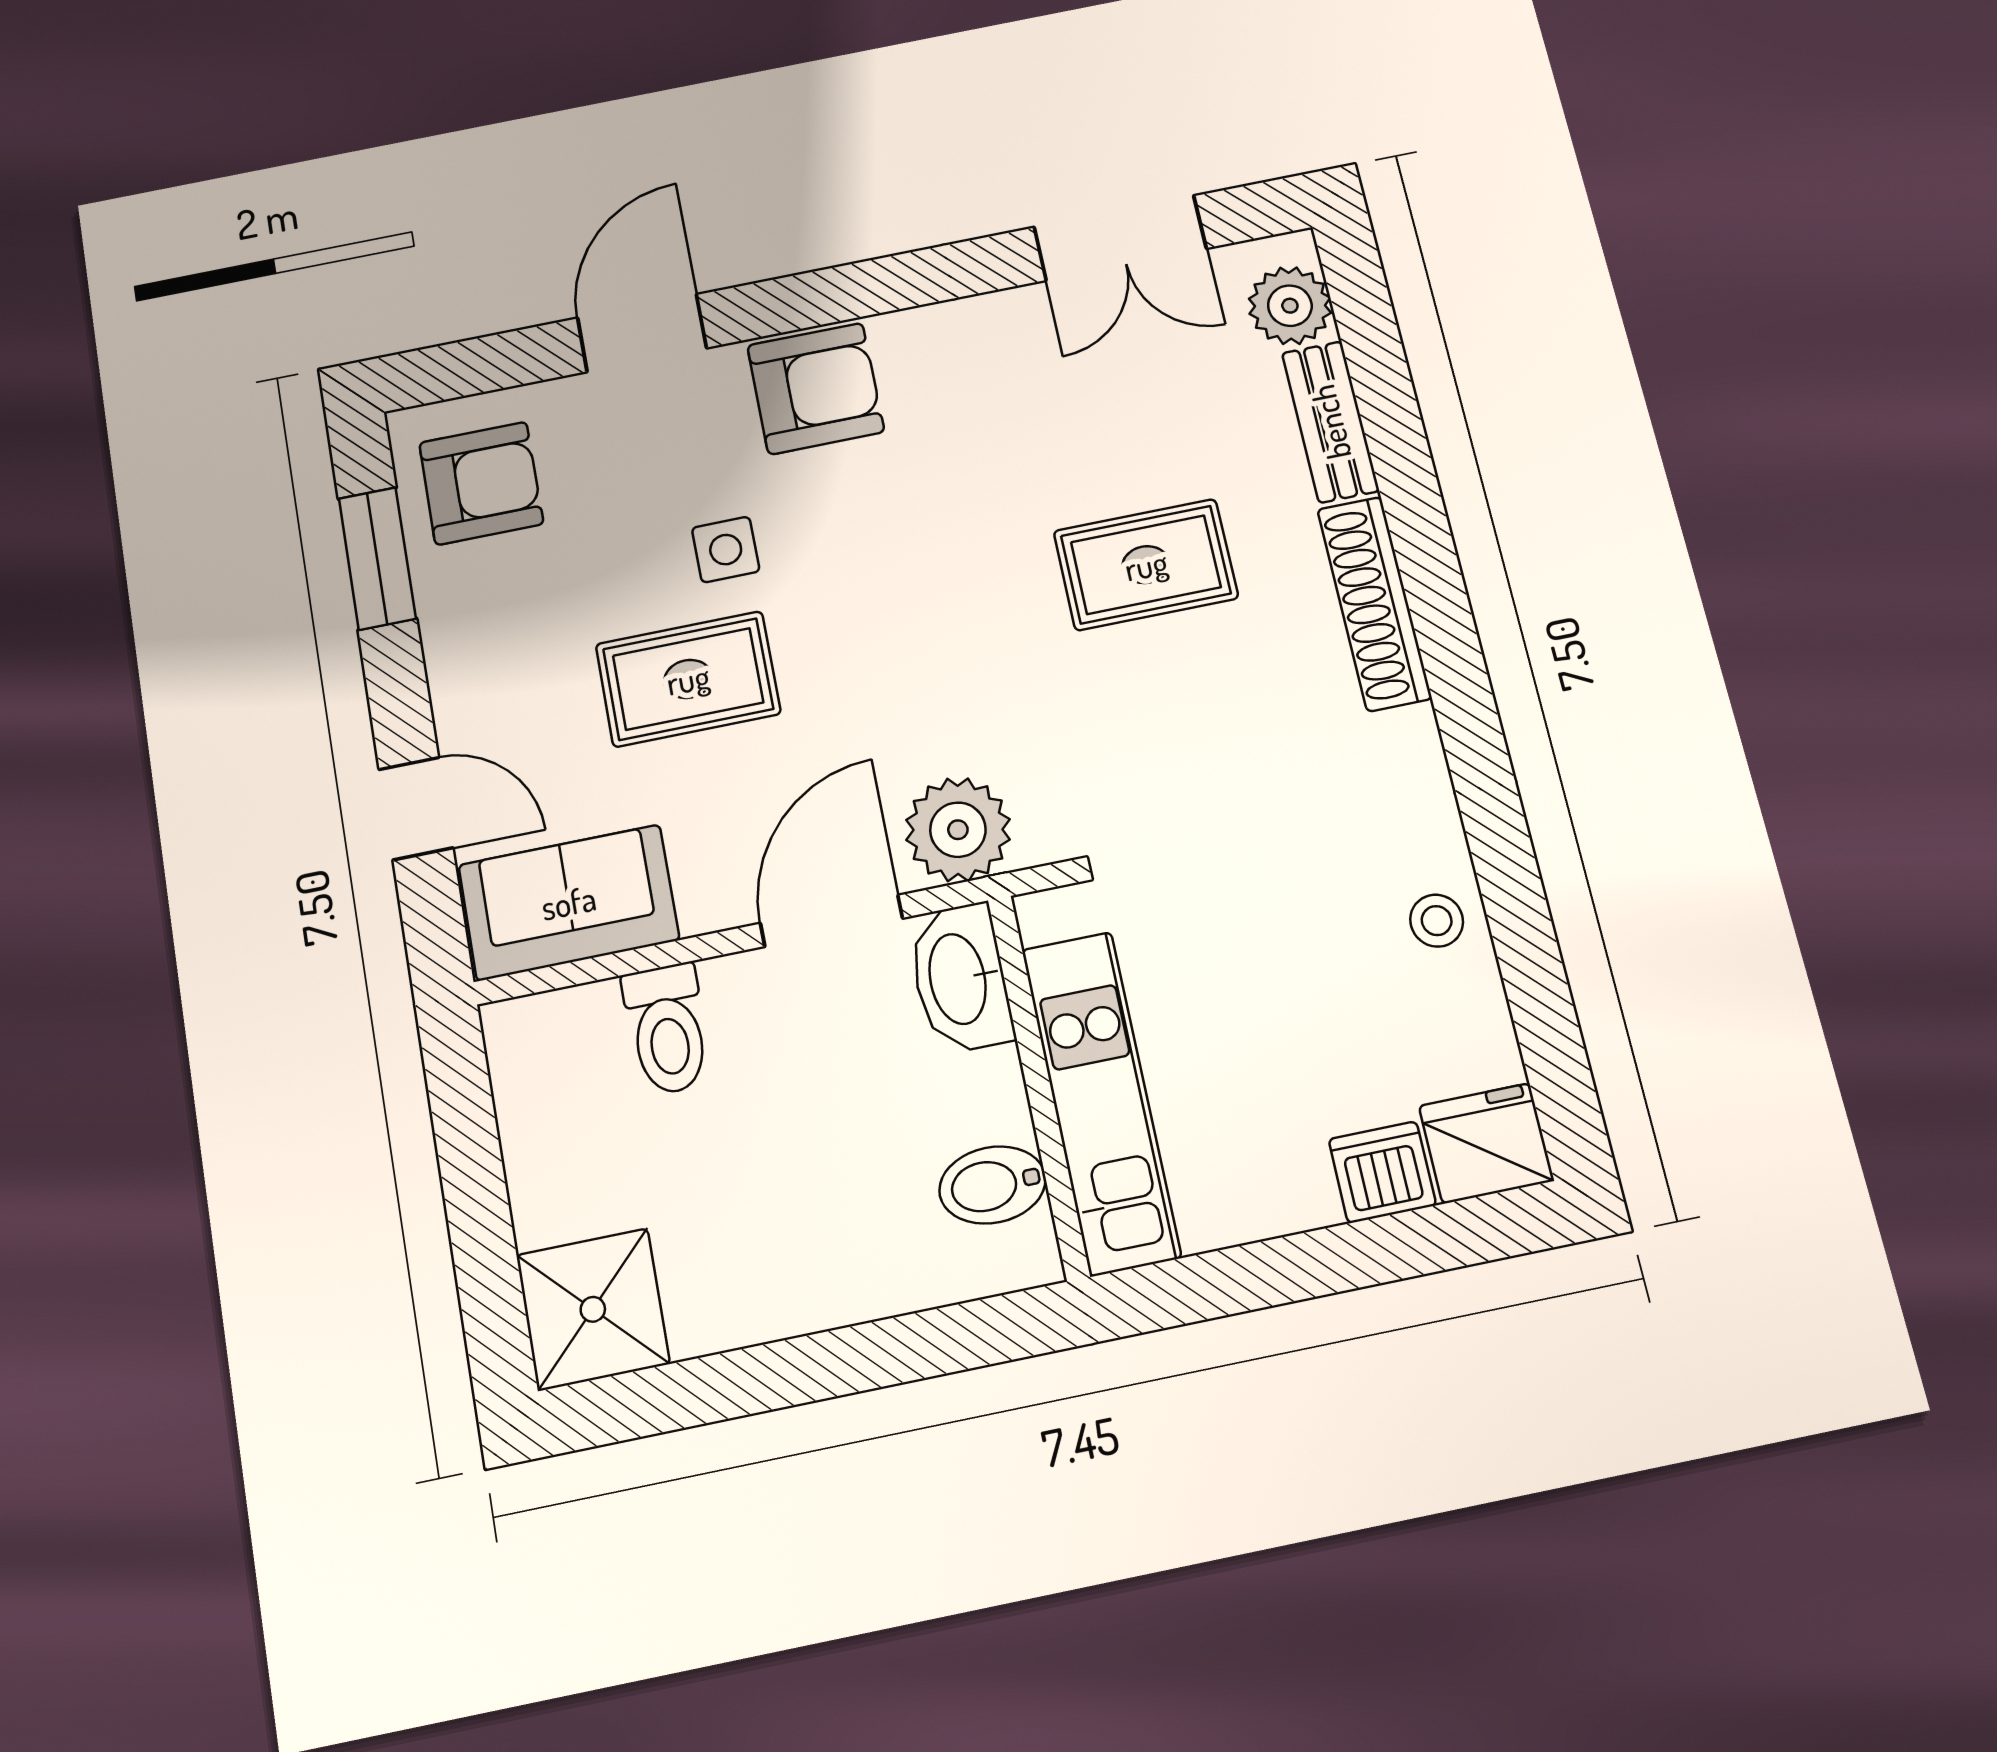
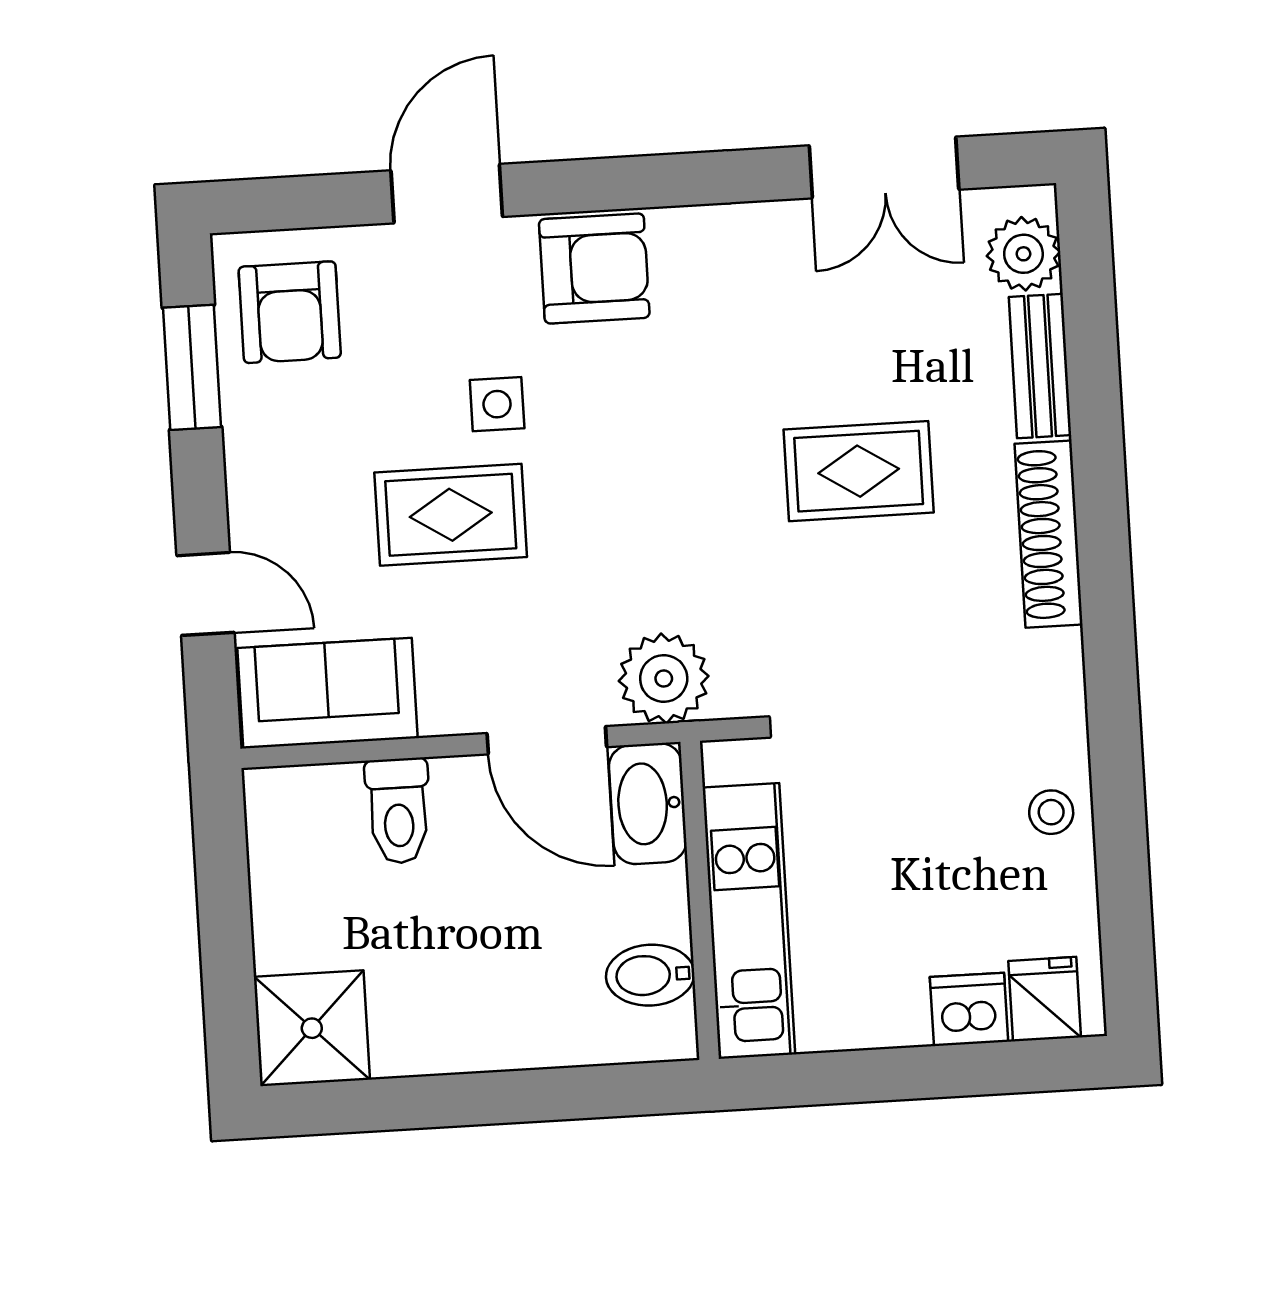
armchair: (481, 483) -> (290, 312), turned 90
door: (831, 921) -> (547, 740), swing flipped
fridge: (1486, 1143) -> (1045, 999), width x0.72

